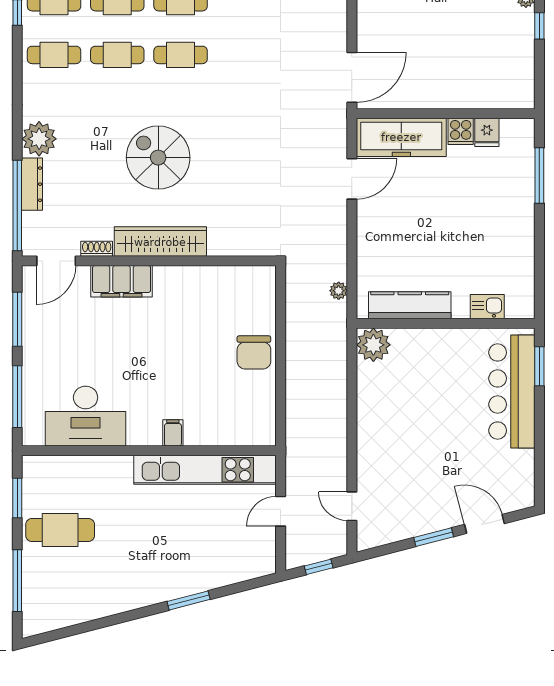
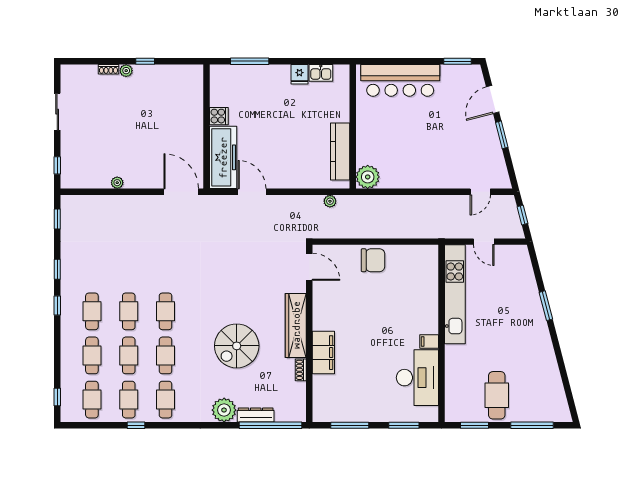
fridge: (487, 132) -> (299, 74), moved, turned 90
spiral stairs: (158, 158) -> (237, 346), moved
door: (56, 261) -> (309, 267), moved
kitchen sink: (487, 307) -> (321, 73), moved, turned -90
window: (539, 366) -> (457, 61), moved
window: (17, 397) -> (404, 425), width x0.69
filing cabinet: (173, 433) -> (429, 341), moved

